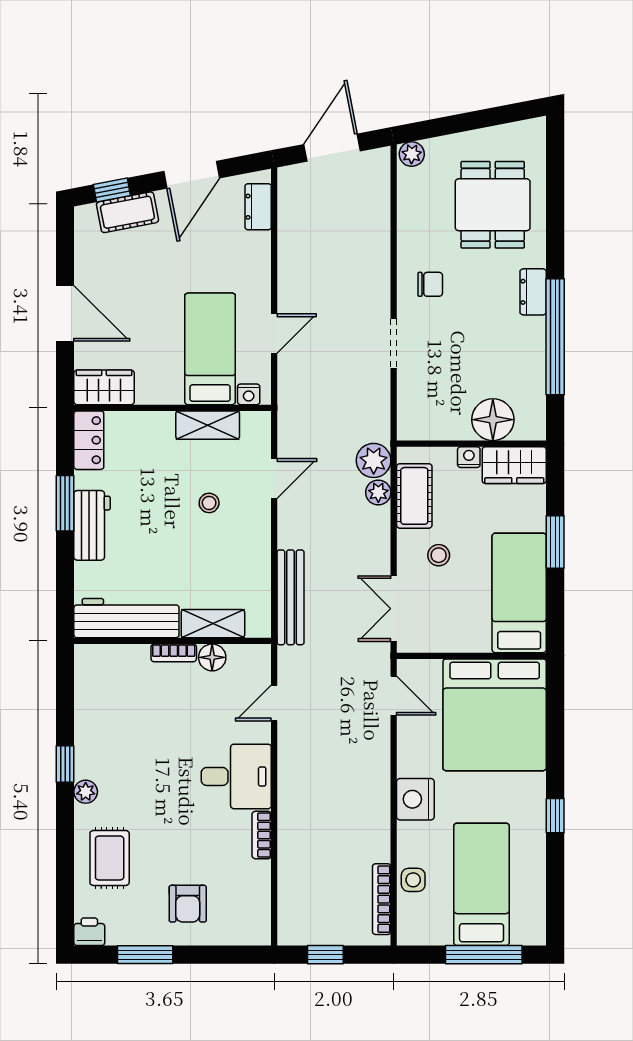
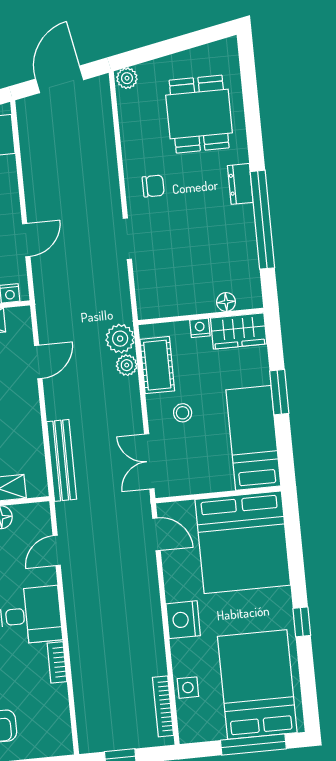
floor lamp: (493, 420) -> (226, 302), width x0.53, depth x0.53
bed: (482, 884) -> (257, 685), width x1.50

